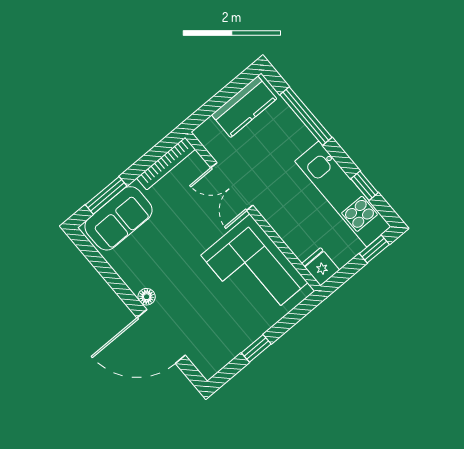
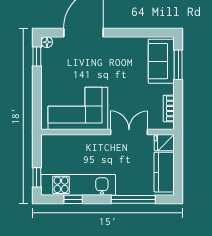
bookcase: (166, 164) -> (169, 108), width x0.64
fridge: (321, 267) -> (164, 143), moved, turned 180
floor lamp: (147, 297) -> (47, 42), moved
window: (256, 348) -> (37, 56), moved

